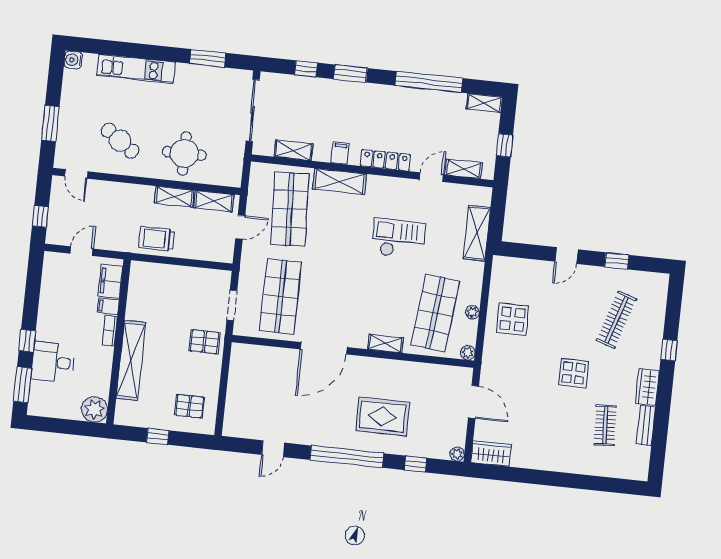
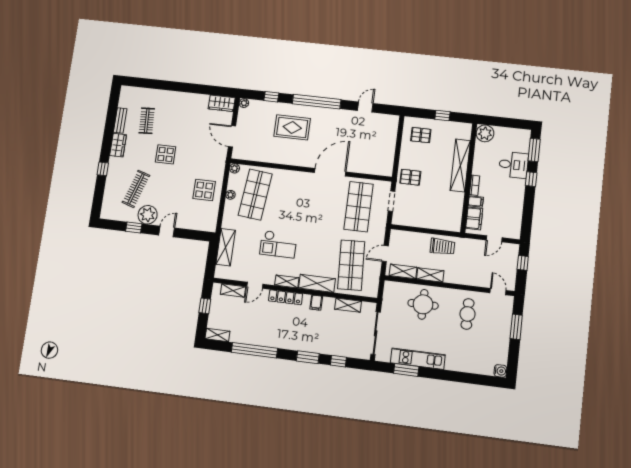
kitchen unit: (136, 69) -> (418, 359), moved
cafe table: (120, 141) -> (468, 314), turned 54
plant: (597, 280) -> (148, 215), added
shelving: (385, 343) -> (287, 281), moved

